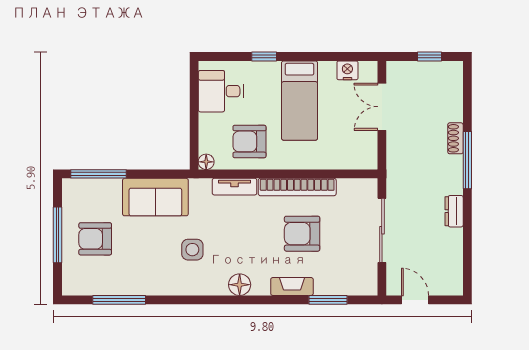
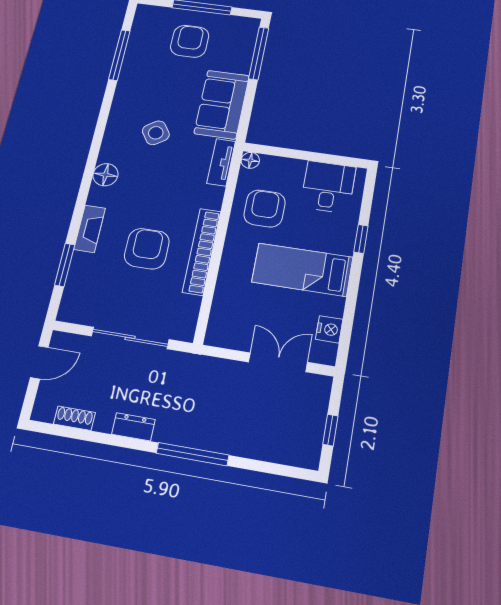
shoe rack: (455, 138) -> (74, 418), moved
tv unit: (235, 187) -> (221, 162), moved
side table: (192, 250) -> (156, 133), turned -34

